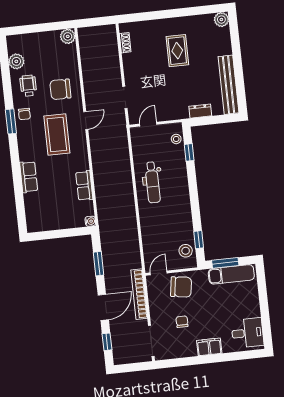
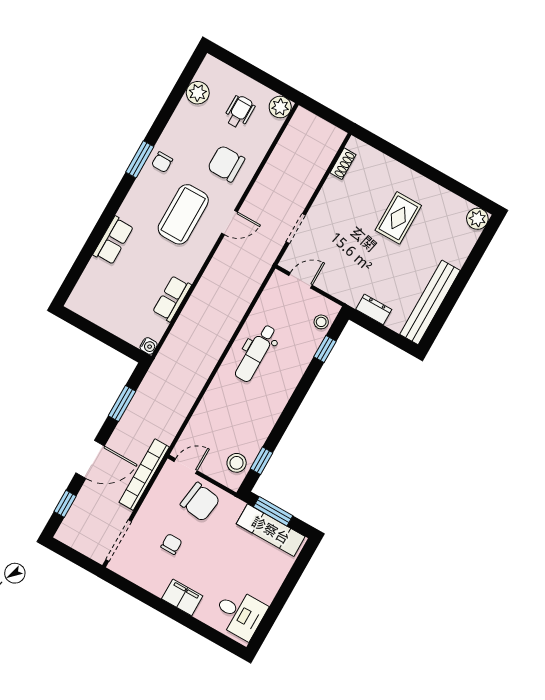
wheelchair: (28, 86) -> (239, 112), moved

